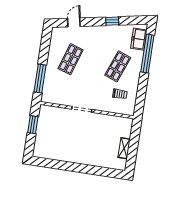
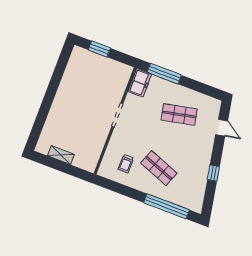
freezer: (139, 39) -> (140, 83), moved, turned 90
shop shelf: (71, 59) -> (179, 115), turned -30
window: (33, 125) -> (99, 49), moved

